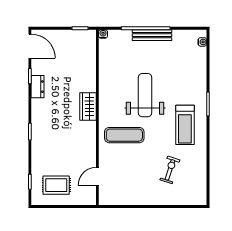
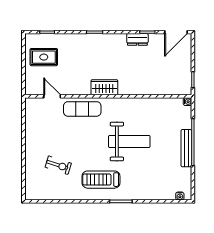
wardrobe: (88, 107) -> (104, 87), moved
exercise mat: (124, 135) -> (82, 109), moved, turned 90
rug: (56, 185) -> (44, 57), turned 90

